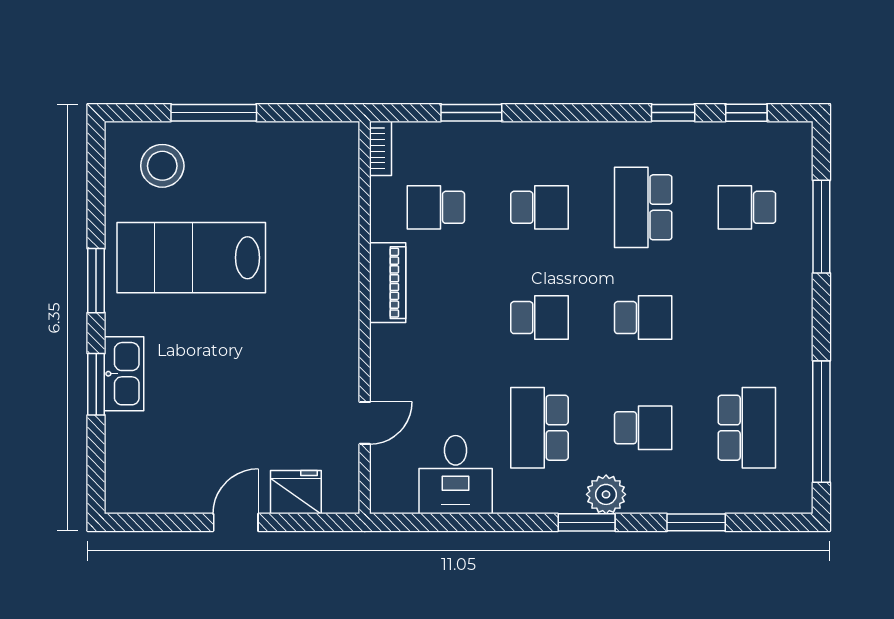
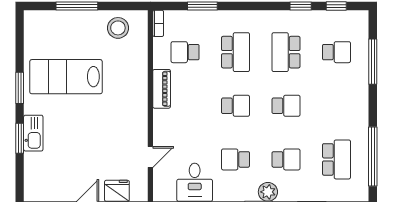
stool: (162, 166) -> (118, 28), moved
school desk: (540, 207) -> (236, 52), width x1.85
school desk: (747, 207) -> (336, 52), turned 180
school desk: (540, 428) -> (236, 159), width x0.54

